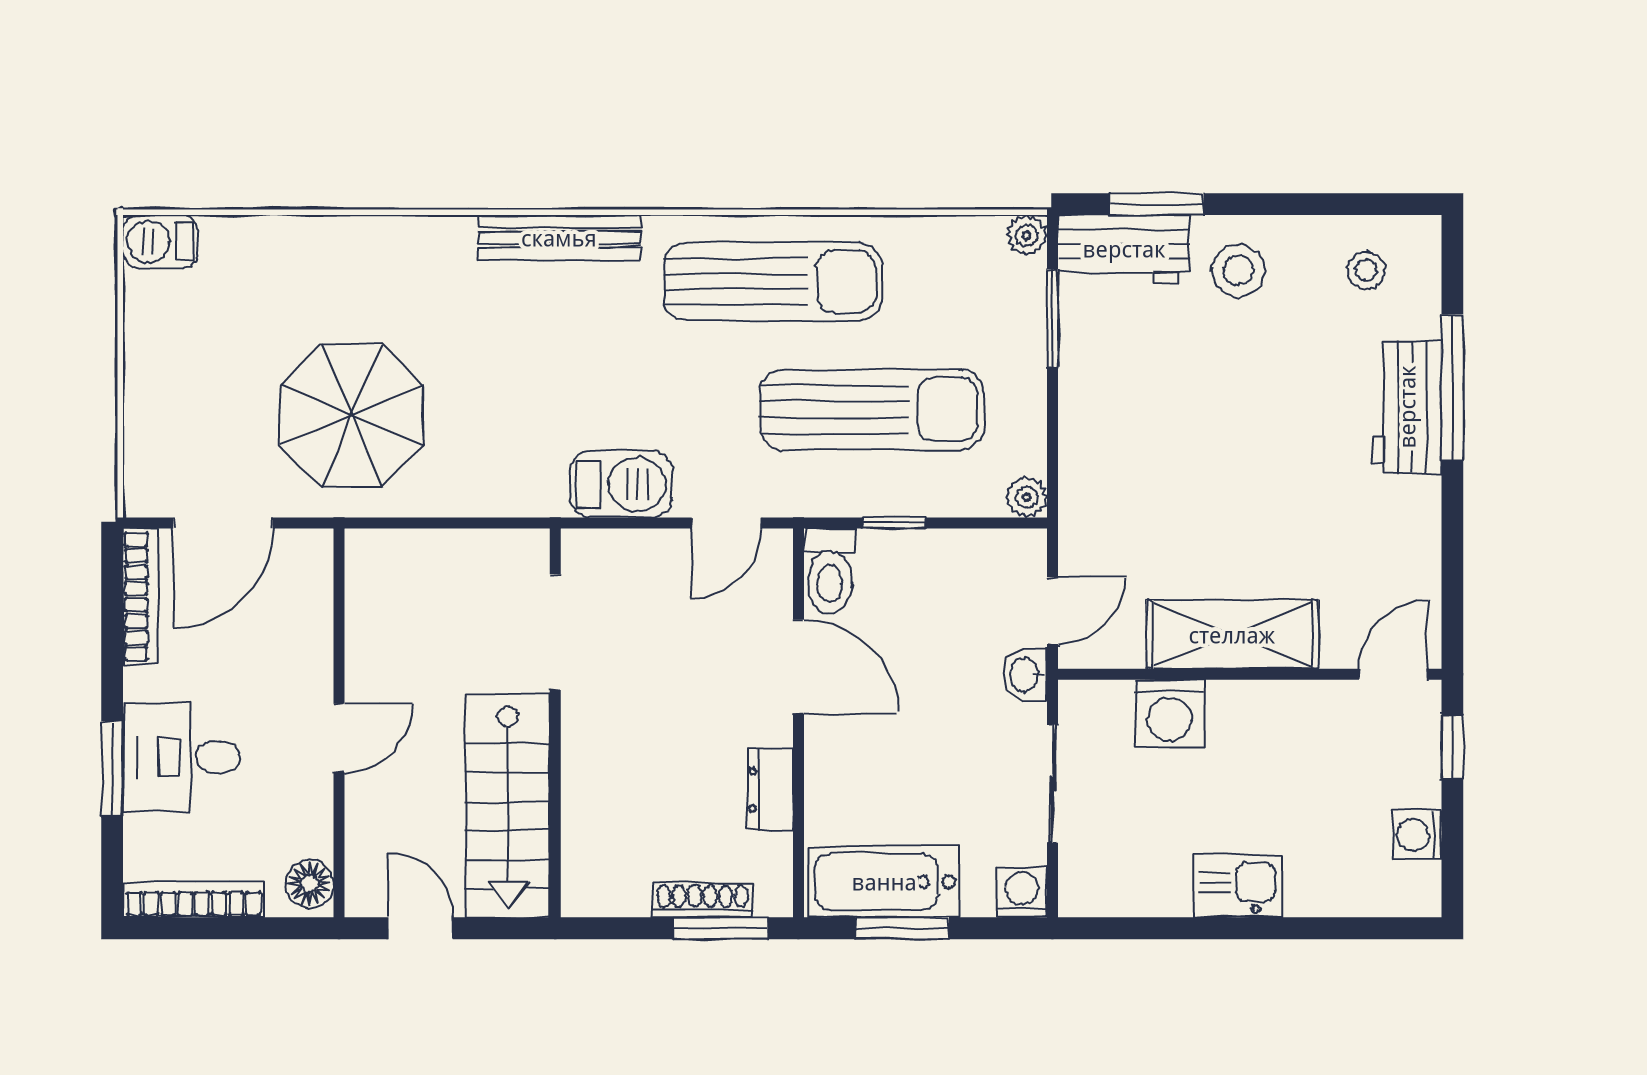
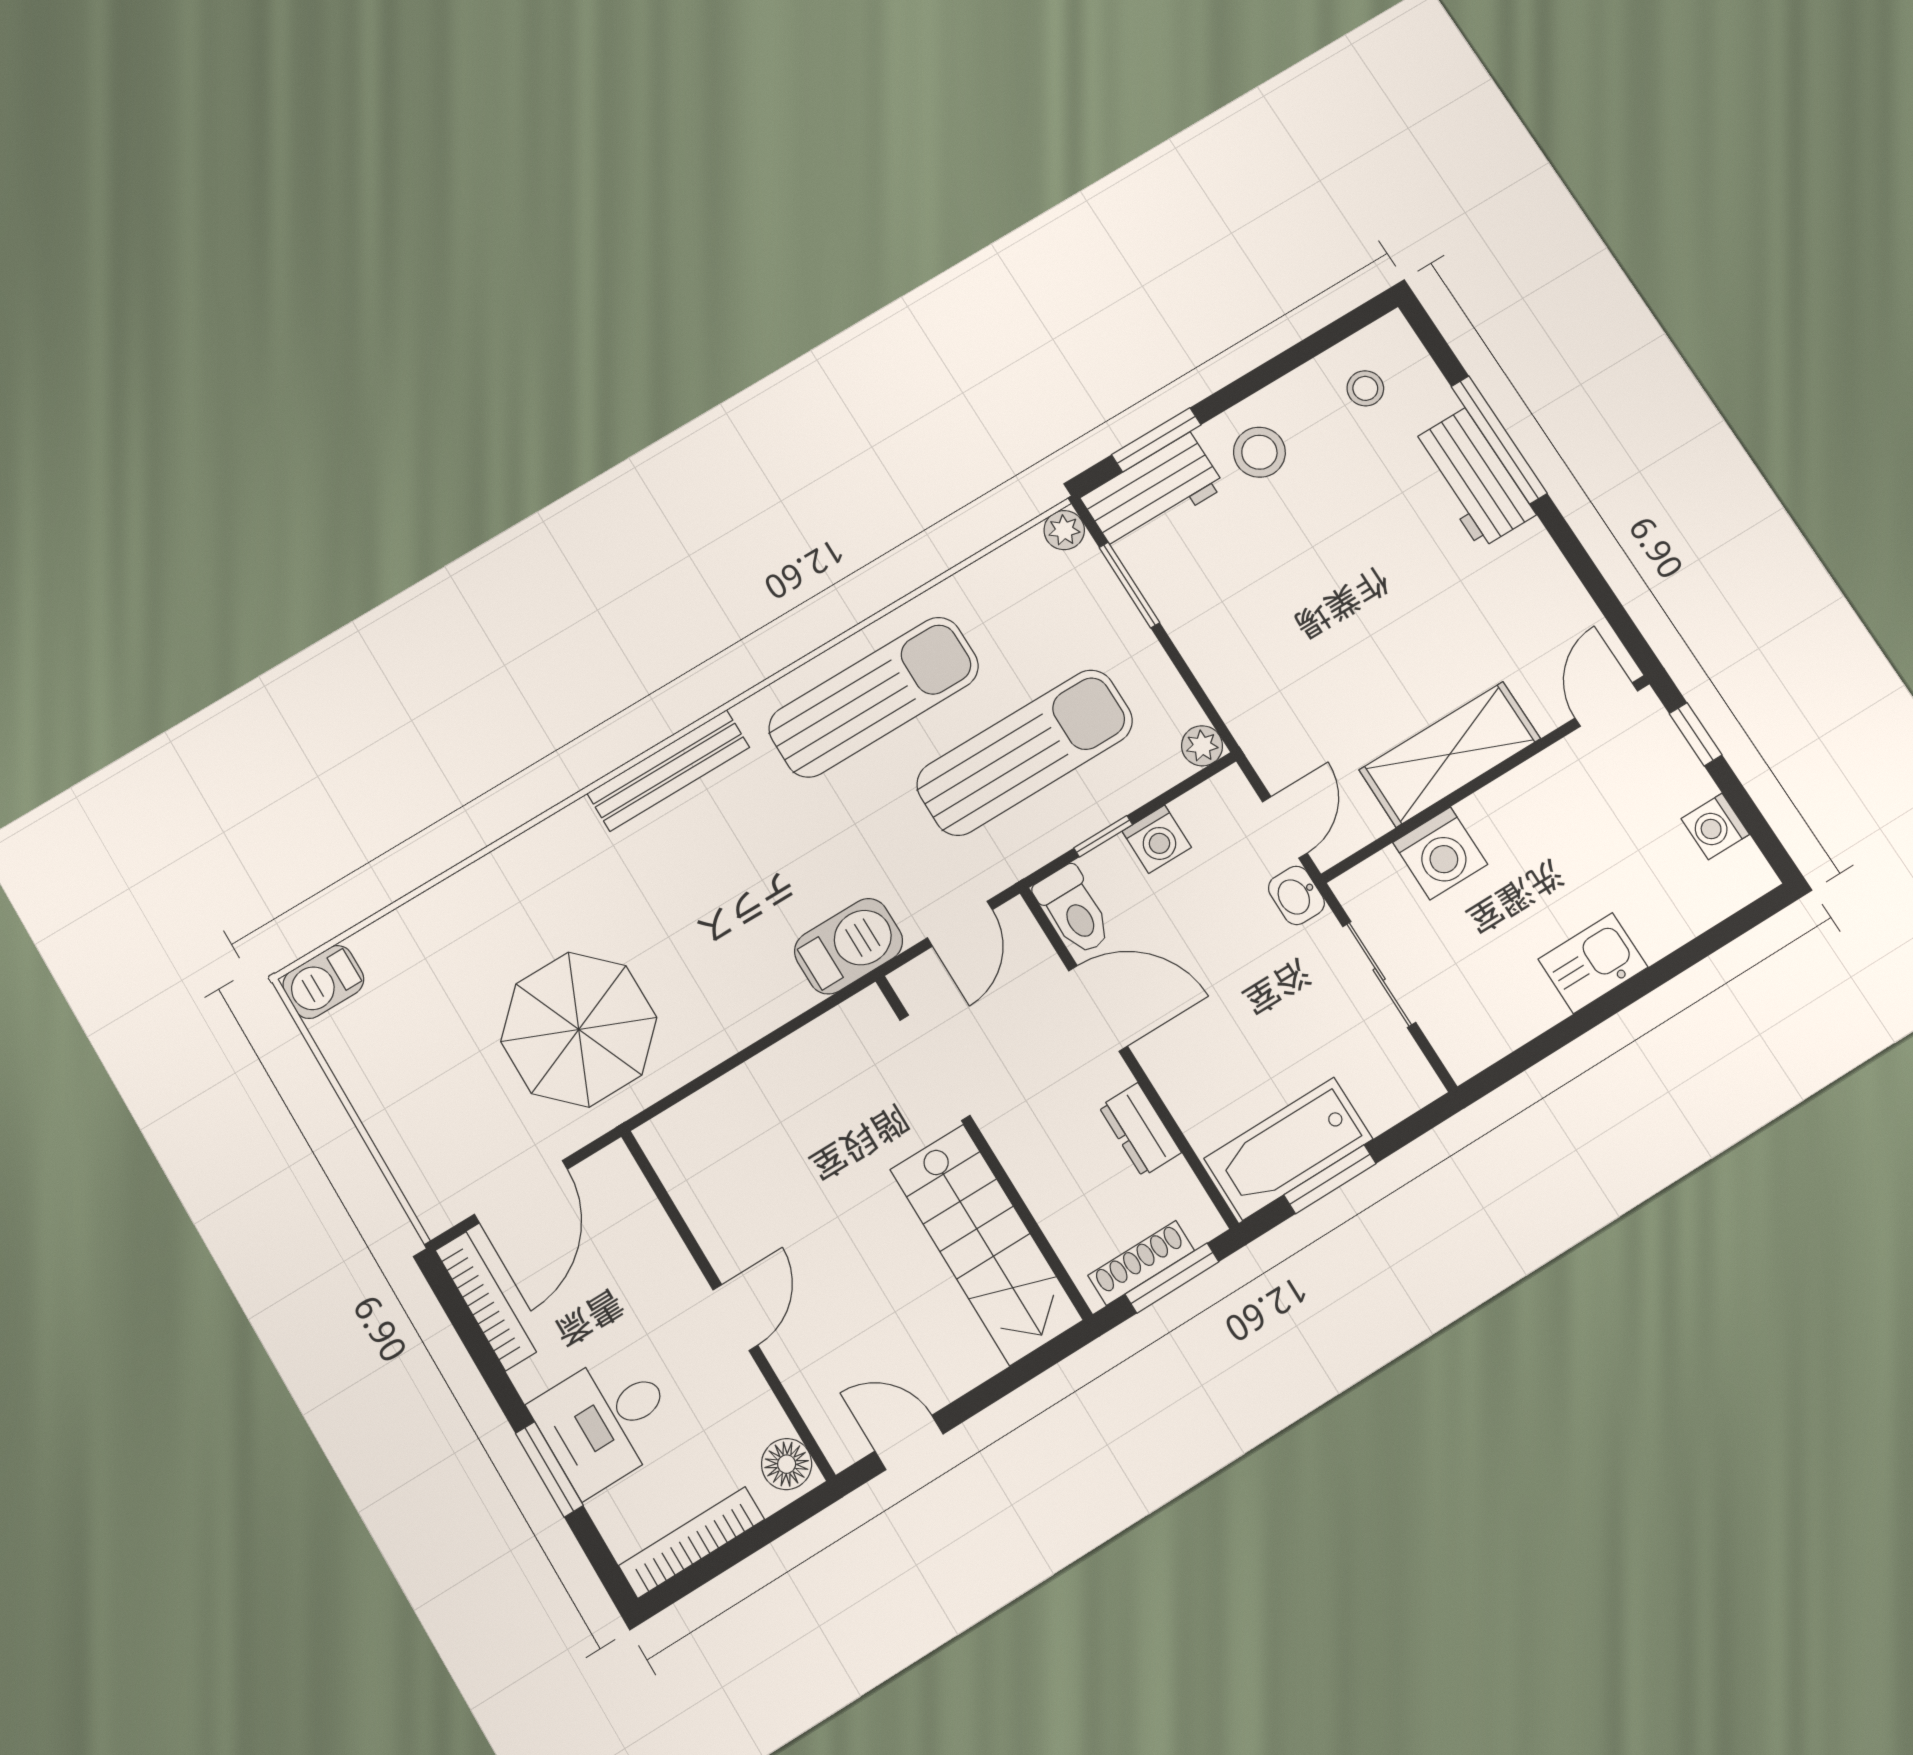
doorway: (555, 632) -> (935, 1068), moved
wall: (555, 723) -> (983, 1146), moved
stairs: (508, 806) -> (986, 1245), moved
washing machine: (1022, 892) -> (1157, 839), moved, turned 180

